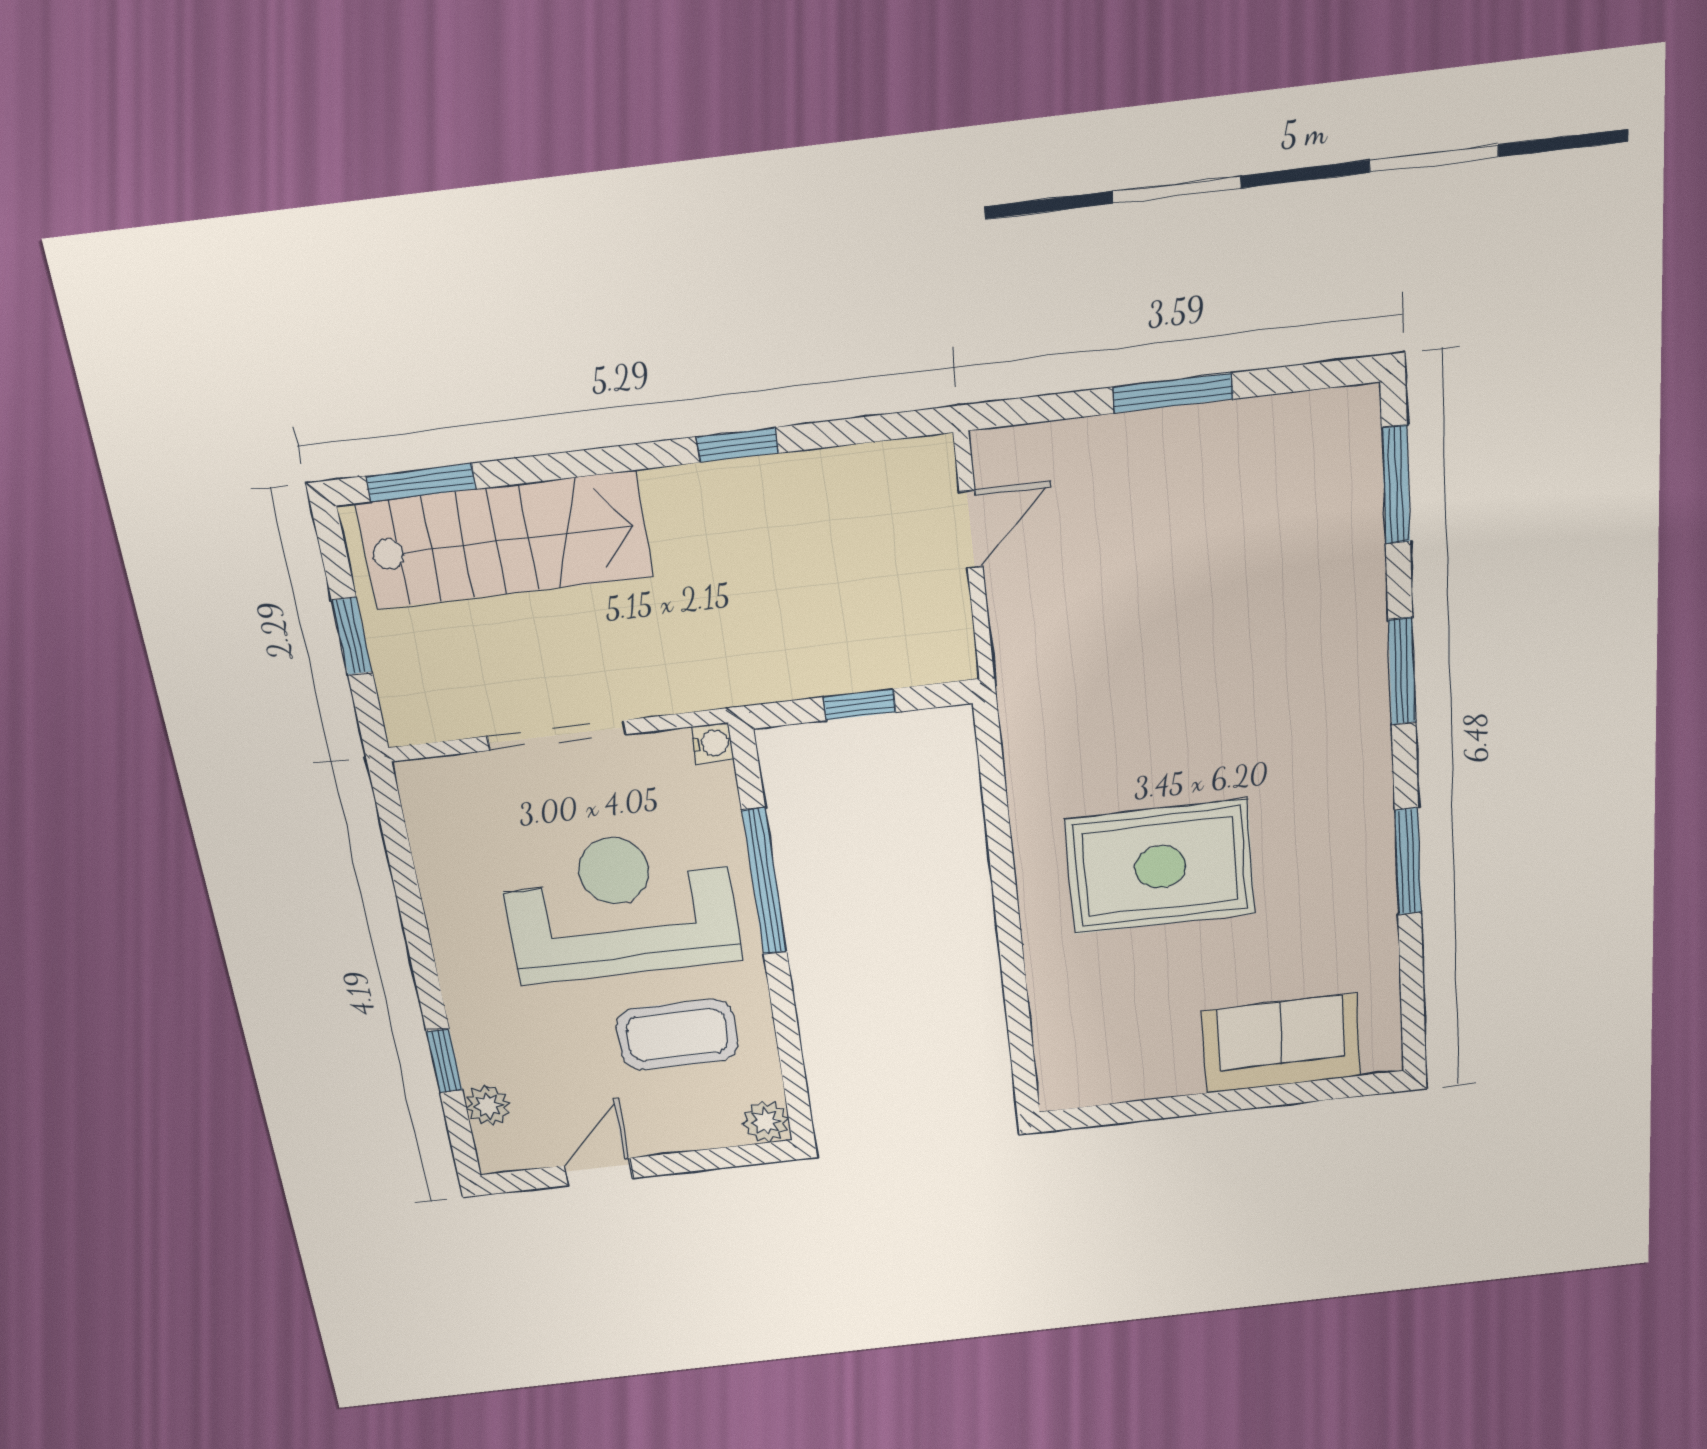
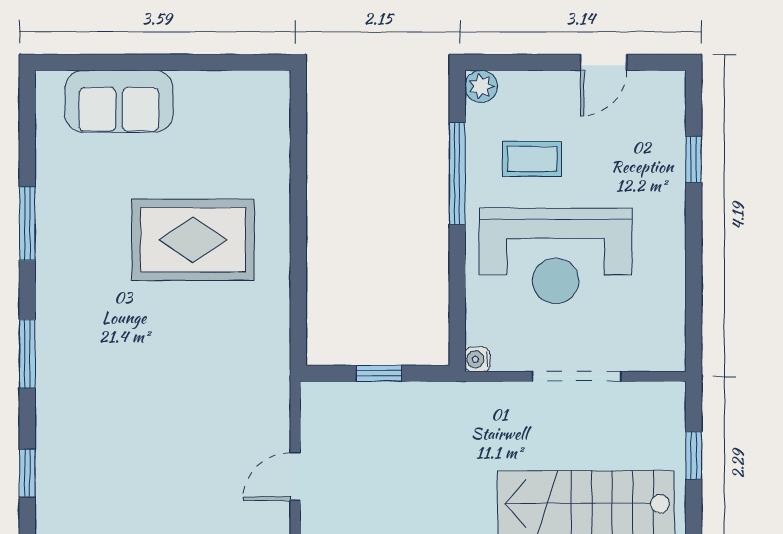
window: (1396, 485) -> (27, 473), width x0.67
window: (764, 882) -> (457, 174), moved
coffee table: (677, 1035) -> (532, 159), width x0.73, depth x0.77
plant: (488, 1106) -> (671, 122), removed

